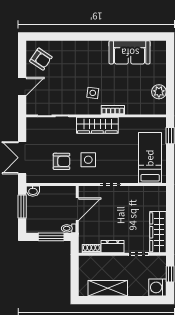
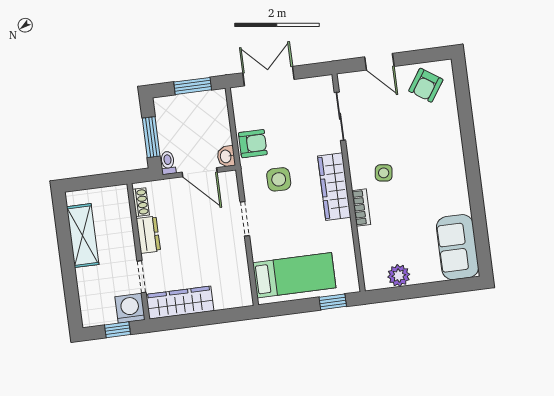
sofa: (130, 52) -> (458, 247), moved
armchair: (62, 161) -> (253, 144), moved, turned -90
washbasin: (33, 191) -> (226, 156), moved
washing machine: (157, 287) -> (130, 308), moved

